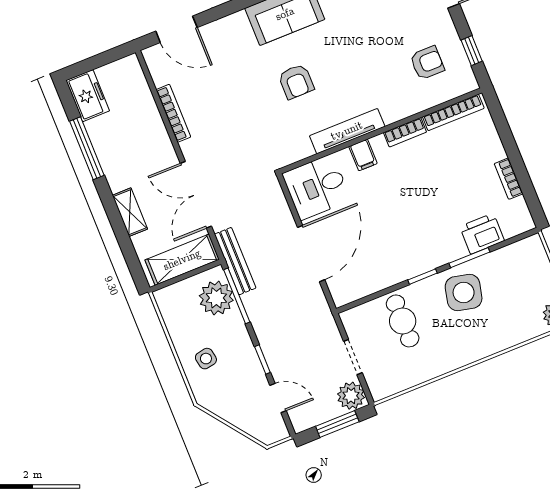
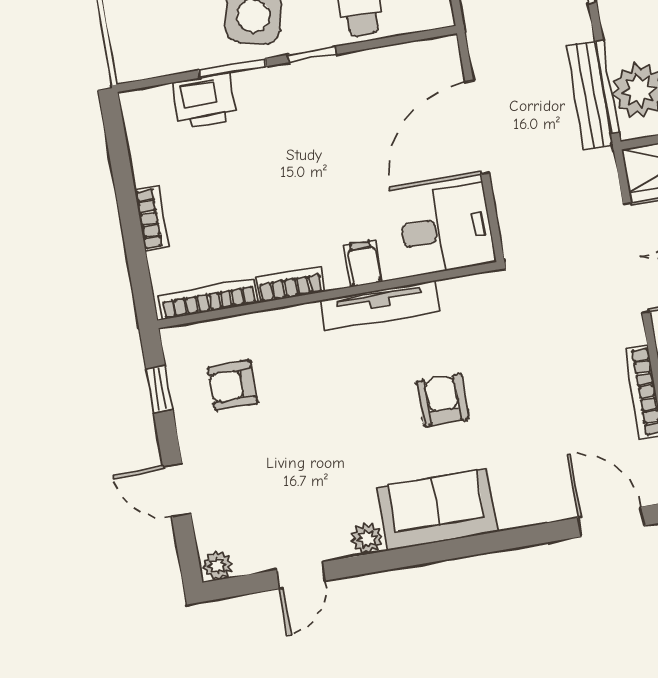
bookcase: (509, 179) -> (152, 218), moved
bench: (235, 261) -> (590, 95), moved

